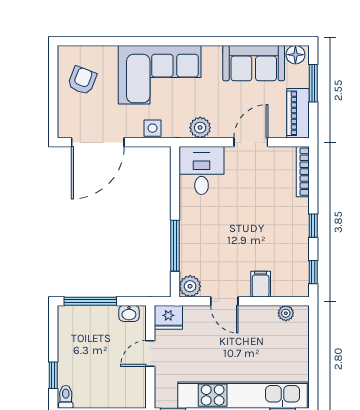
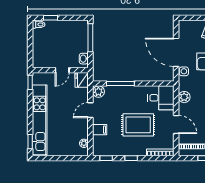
door: (98, 142) -> (176, 52), moved
rug: (252, 213) -> (138, 125), added
door: (150, 353) -> (62, 70), swing flipped

